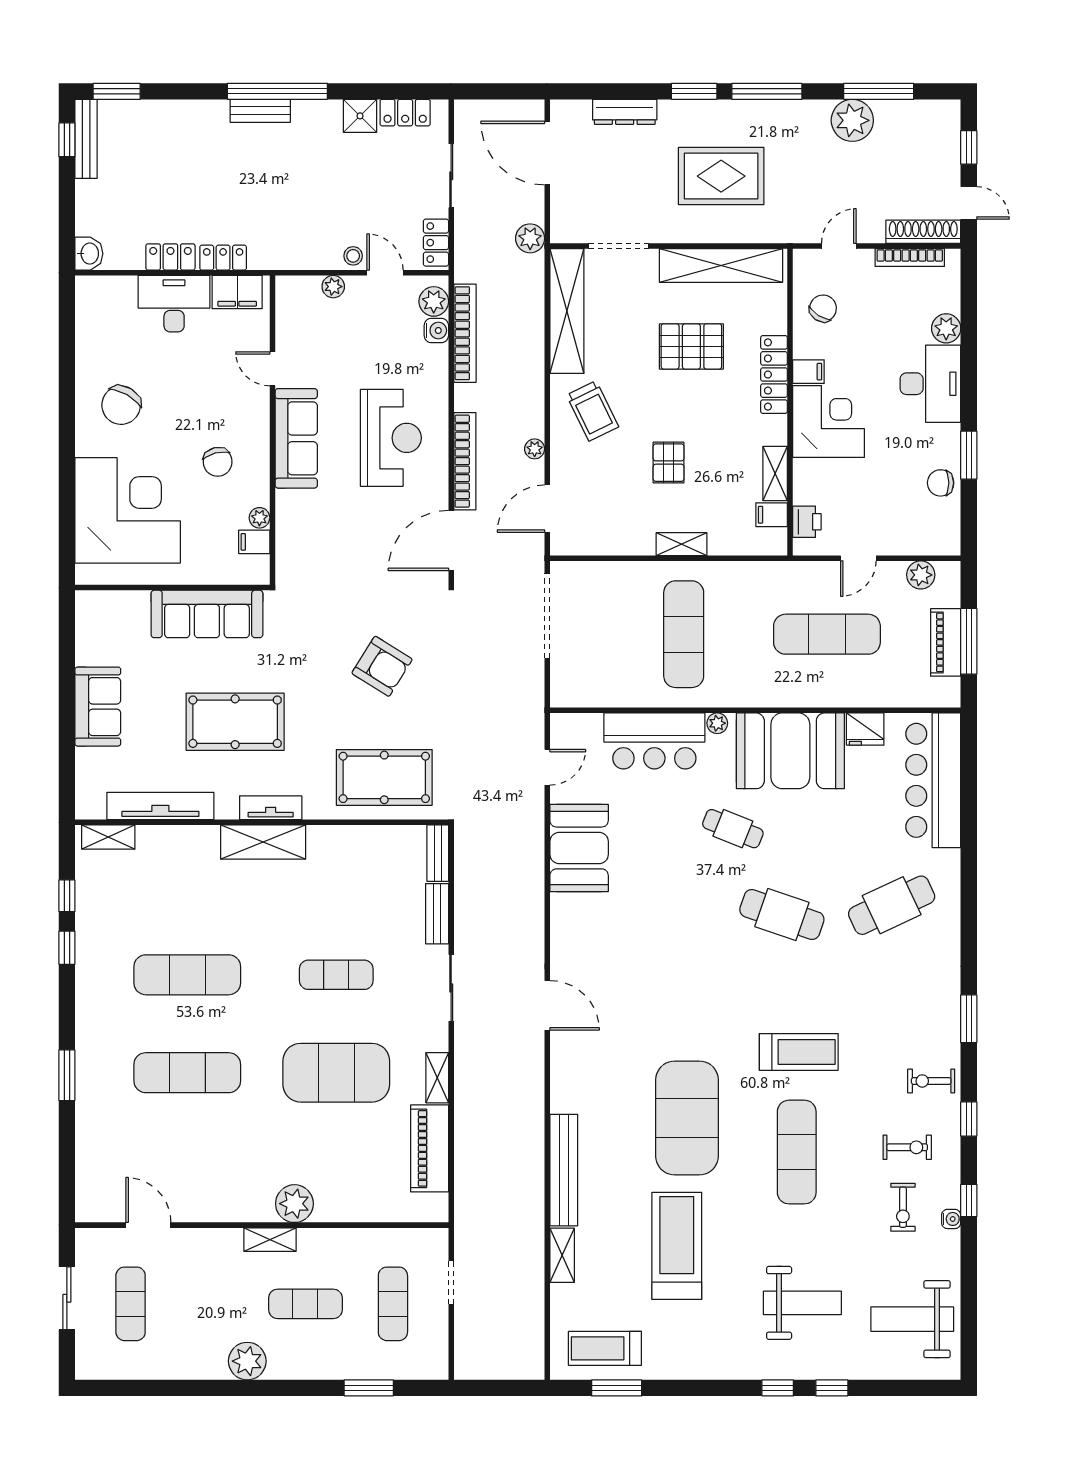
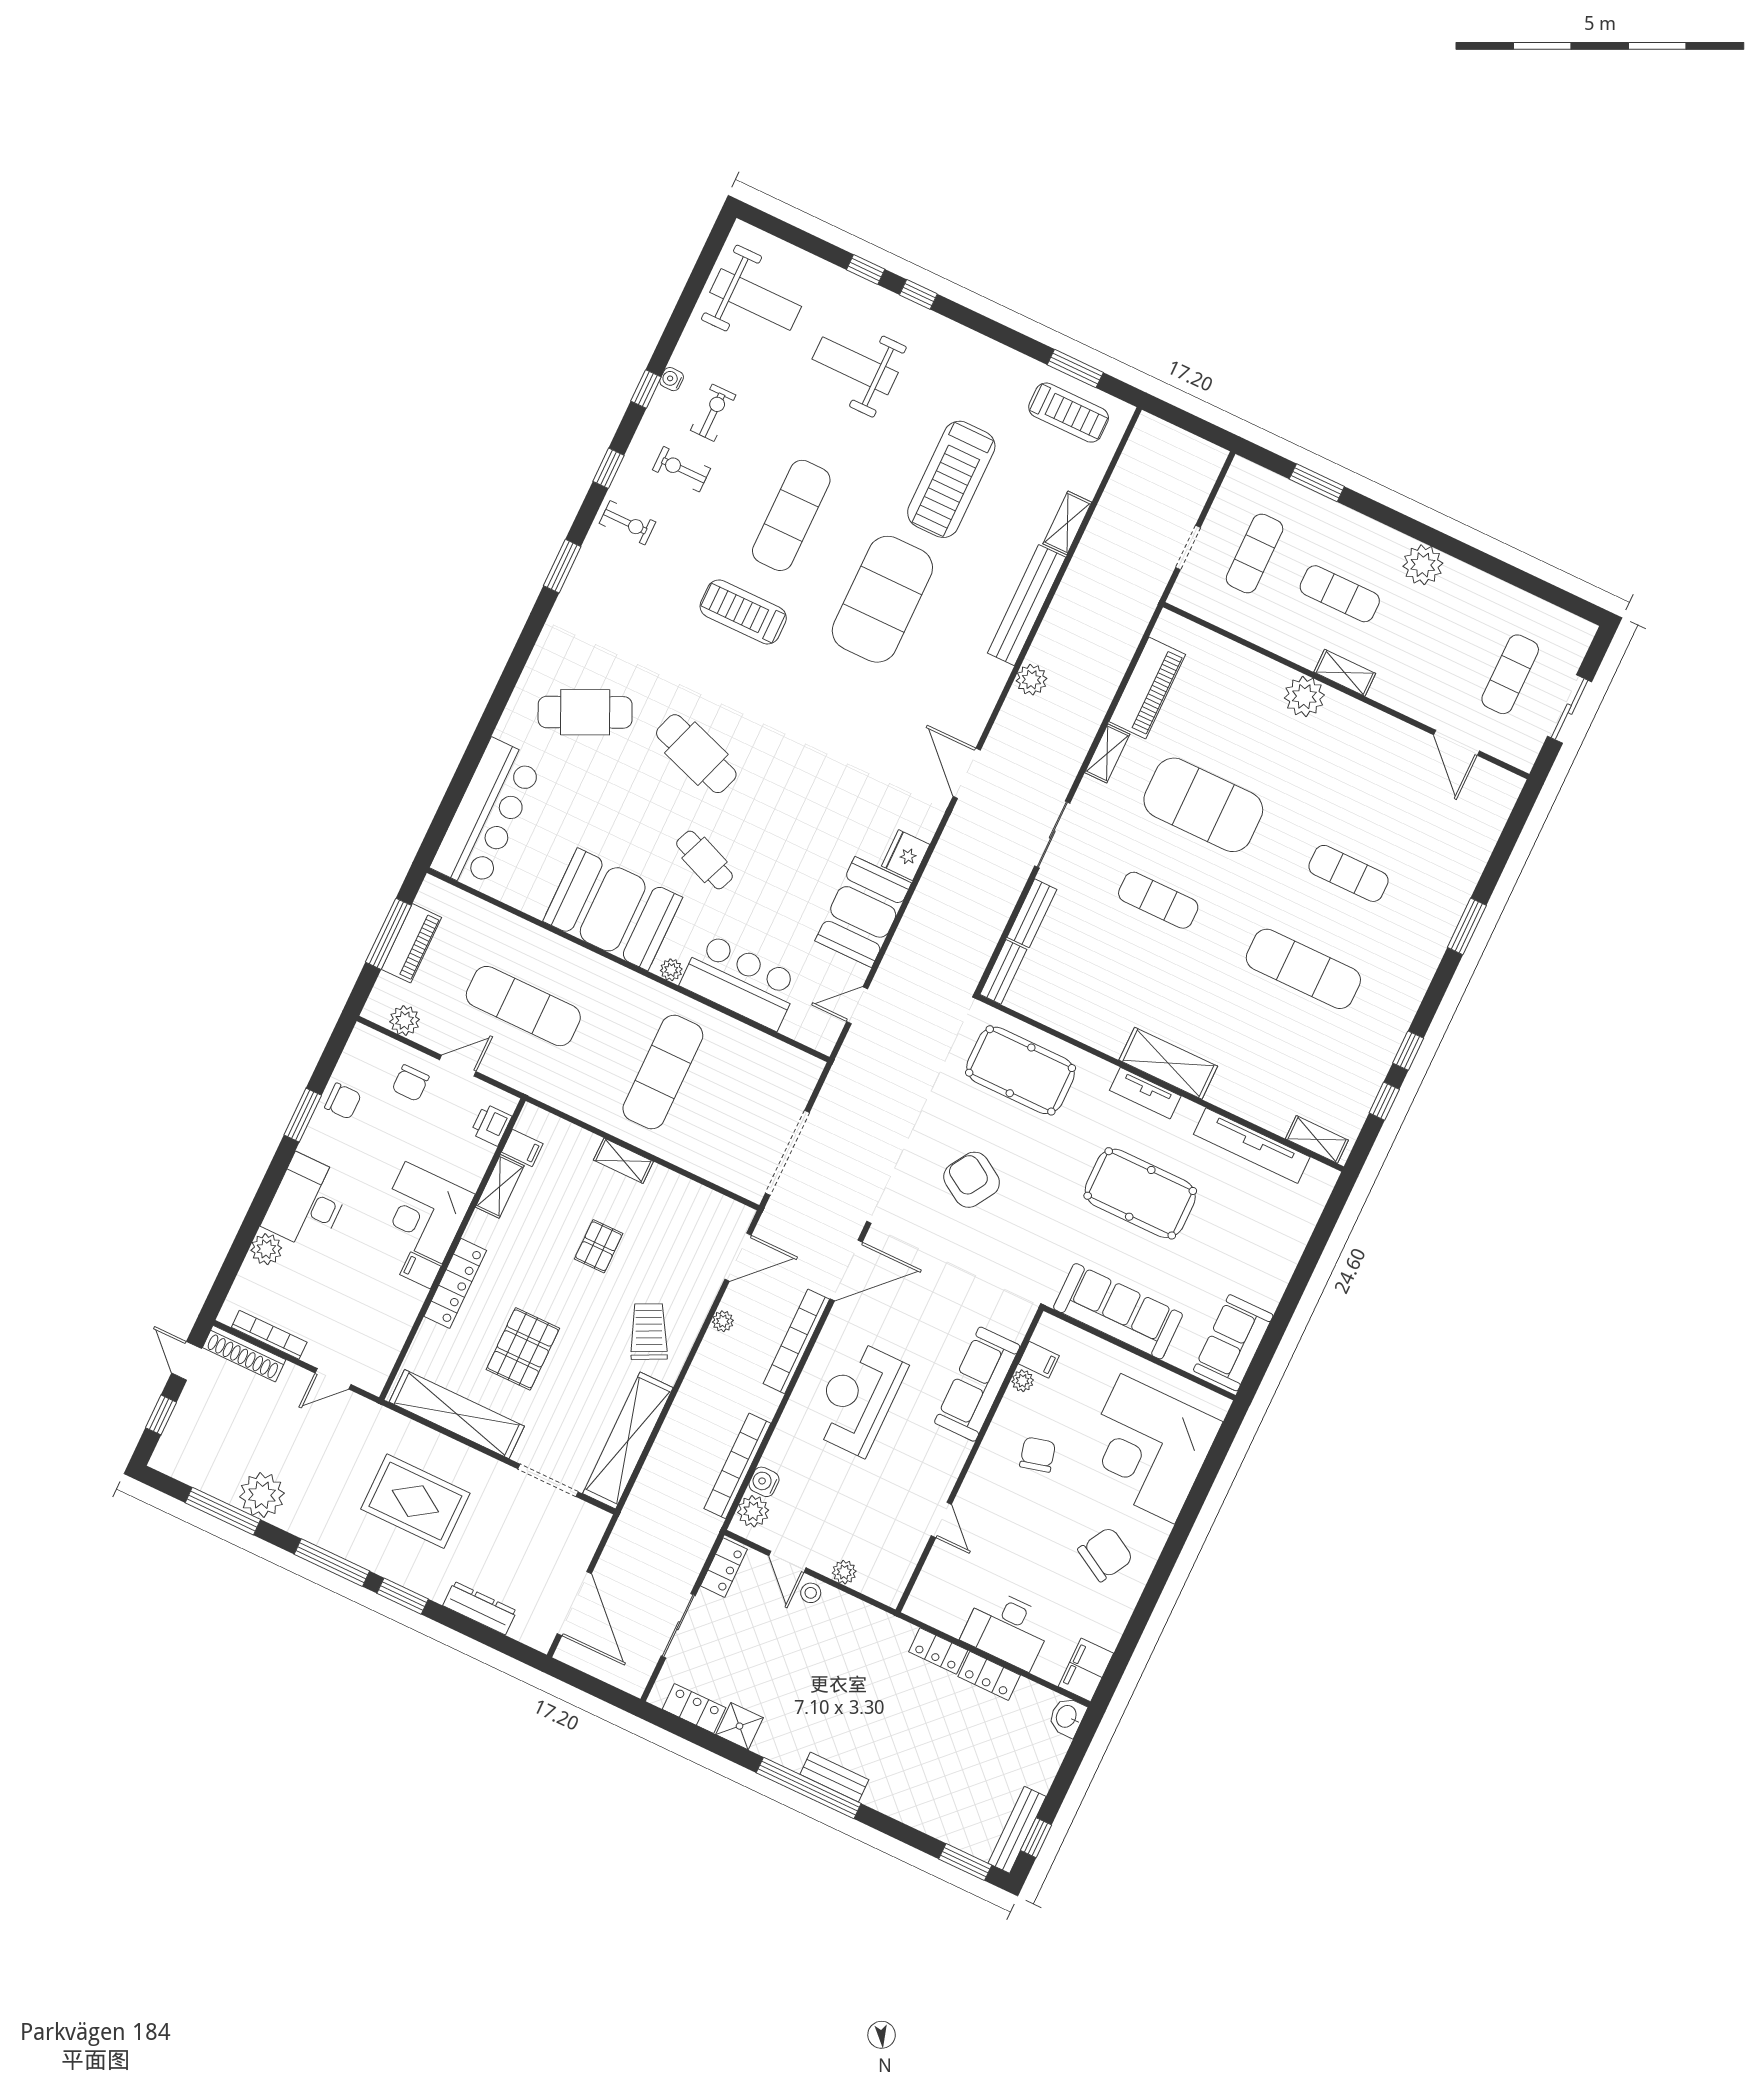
plant: (530, 238) -> (1031, 680), moved
filing cabinet: (237, 292) -> (1086, 1670), moved, turned -90
chair: (823, 308) -> (411, 1083), moved, turned -33
pallet: (691, 346) -> (523, 1349), turned 90
sofa: (296, 438) -> (977, 1384), moved
sofa: (98, 707) -> (1233, 1343), moved
fridge: (865, 729) -> (906, 855), moved, turned -90
exercise mat: (187, 1073) -> (1348, 873), width x0.73, depth x0.69

